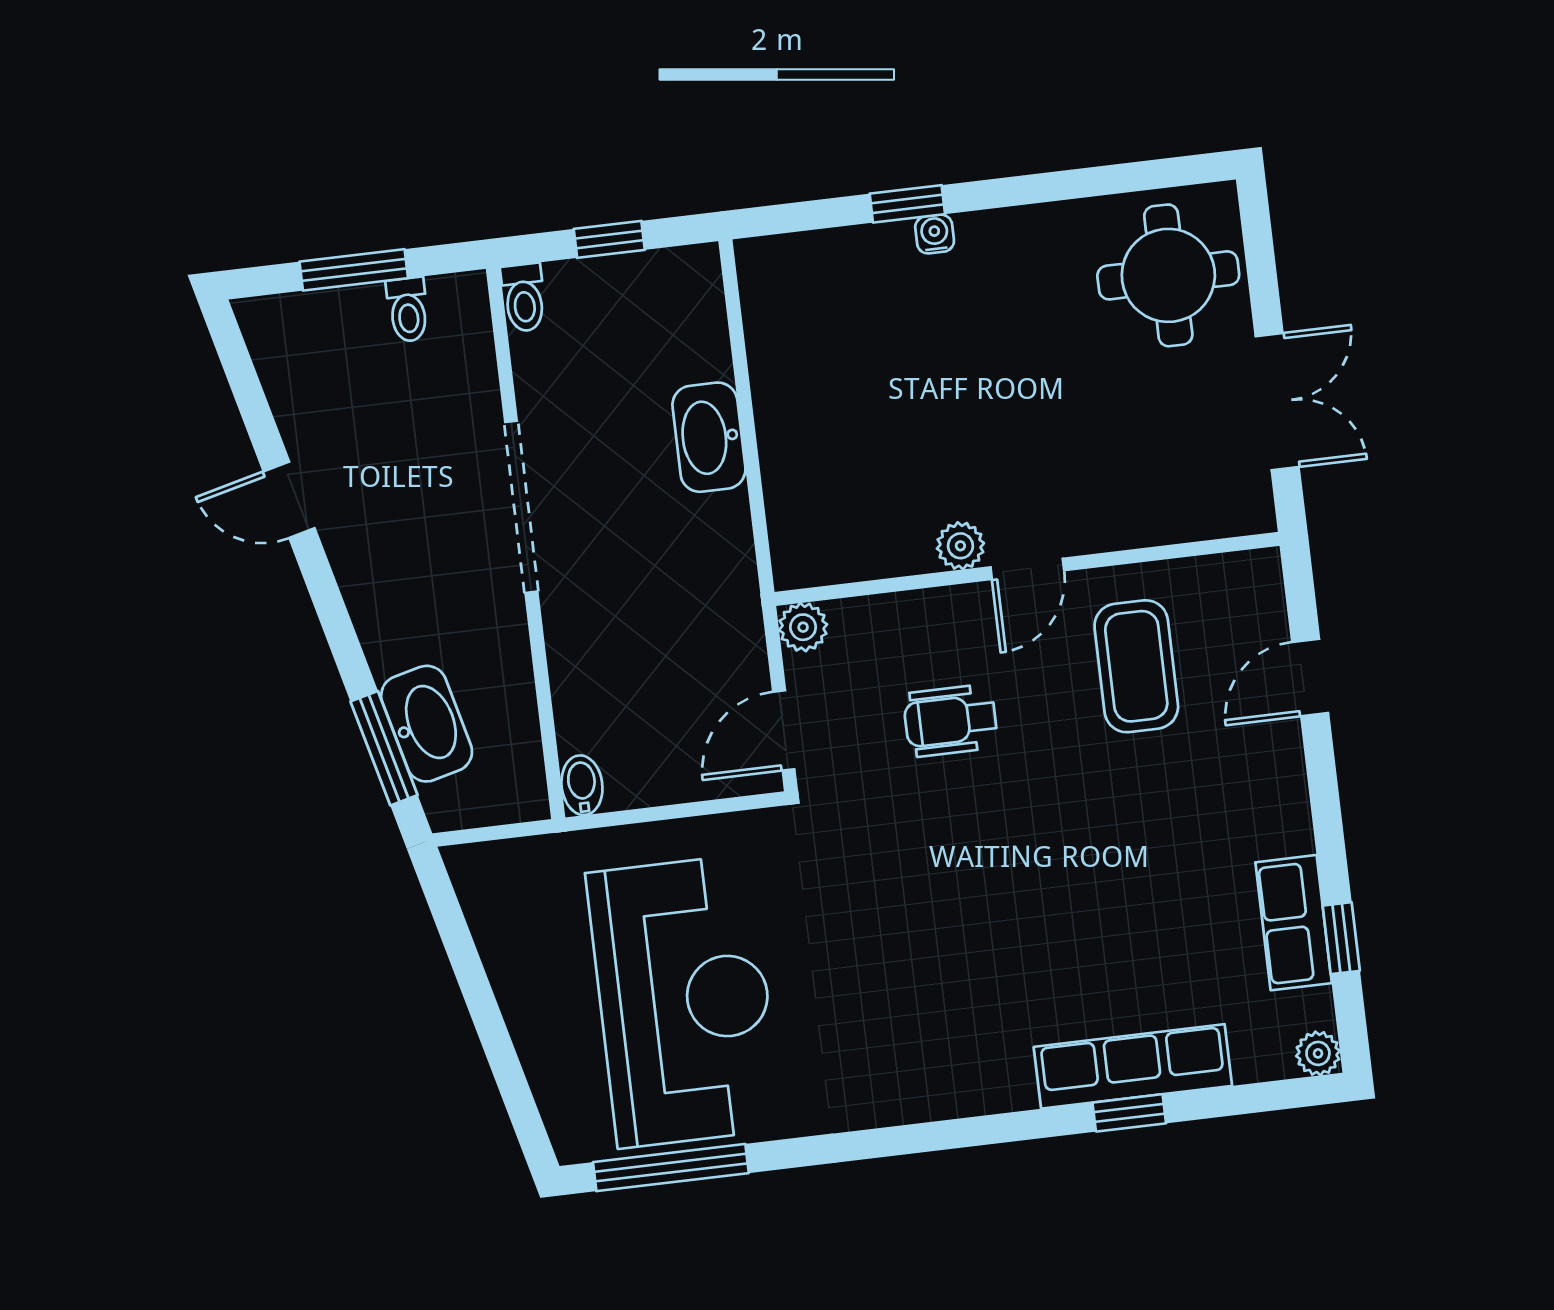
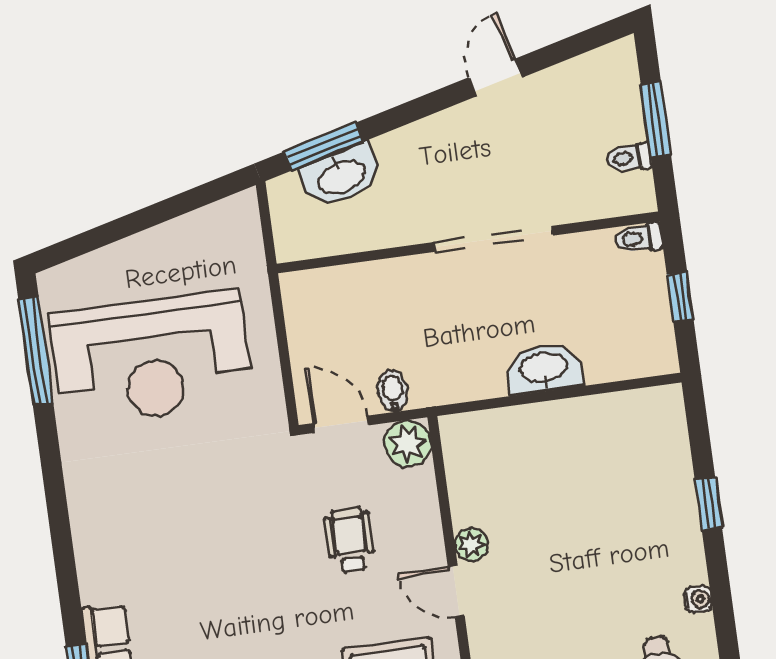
water cooler: (935, 234) -> (698, 599), moved
plant: (803, 627) -> (408, 443), width x1.38, depth x1.38
bidet: (582, 785) -> (393, 391), moved, turned -90

